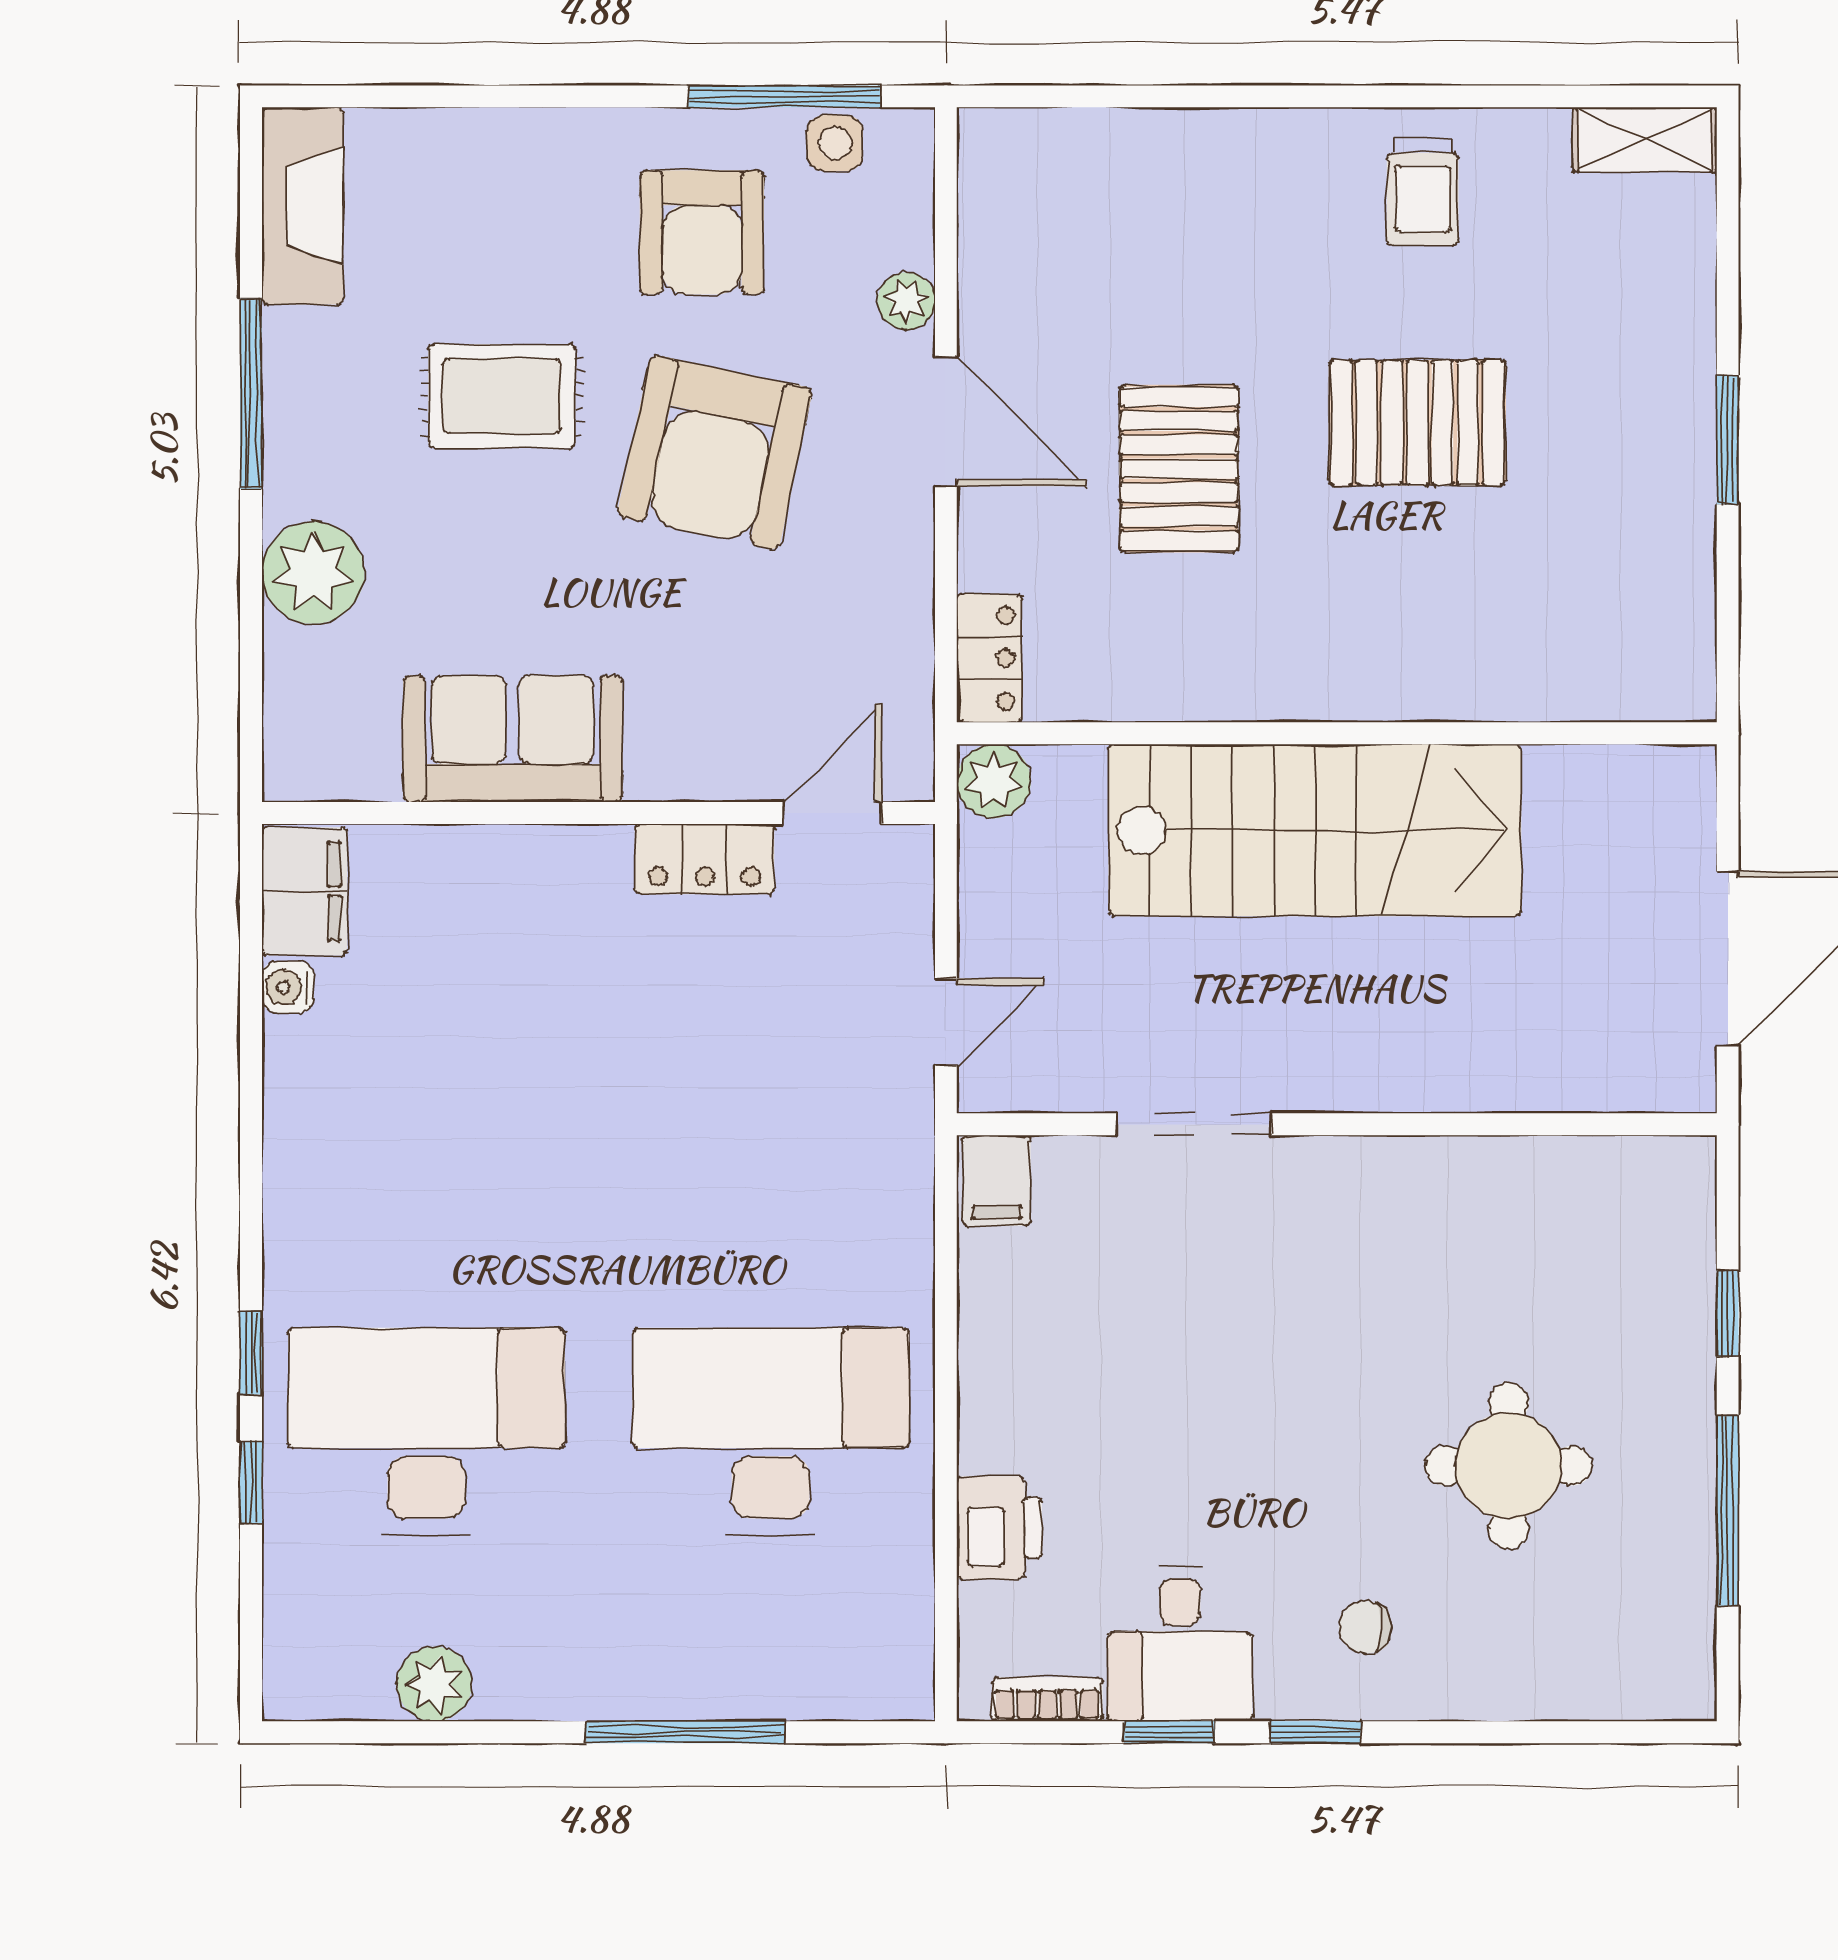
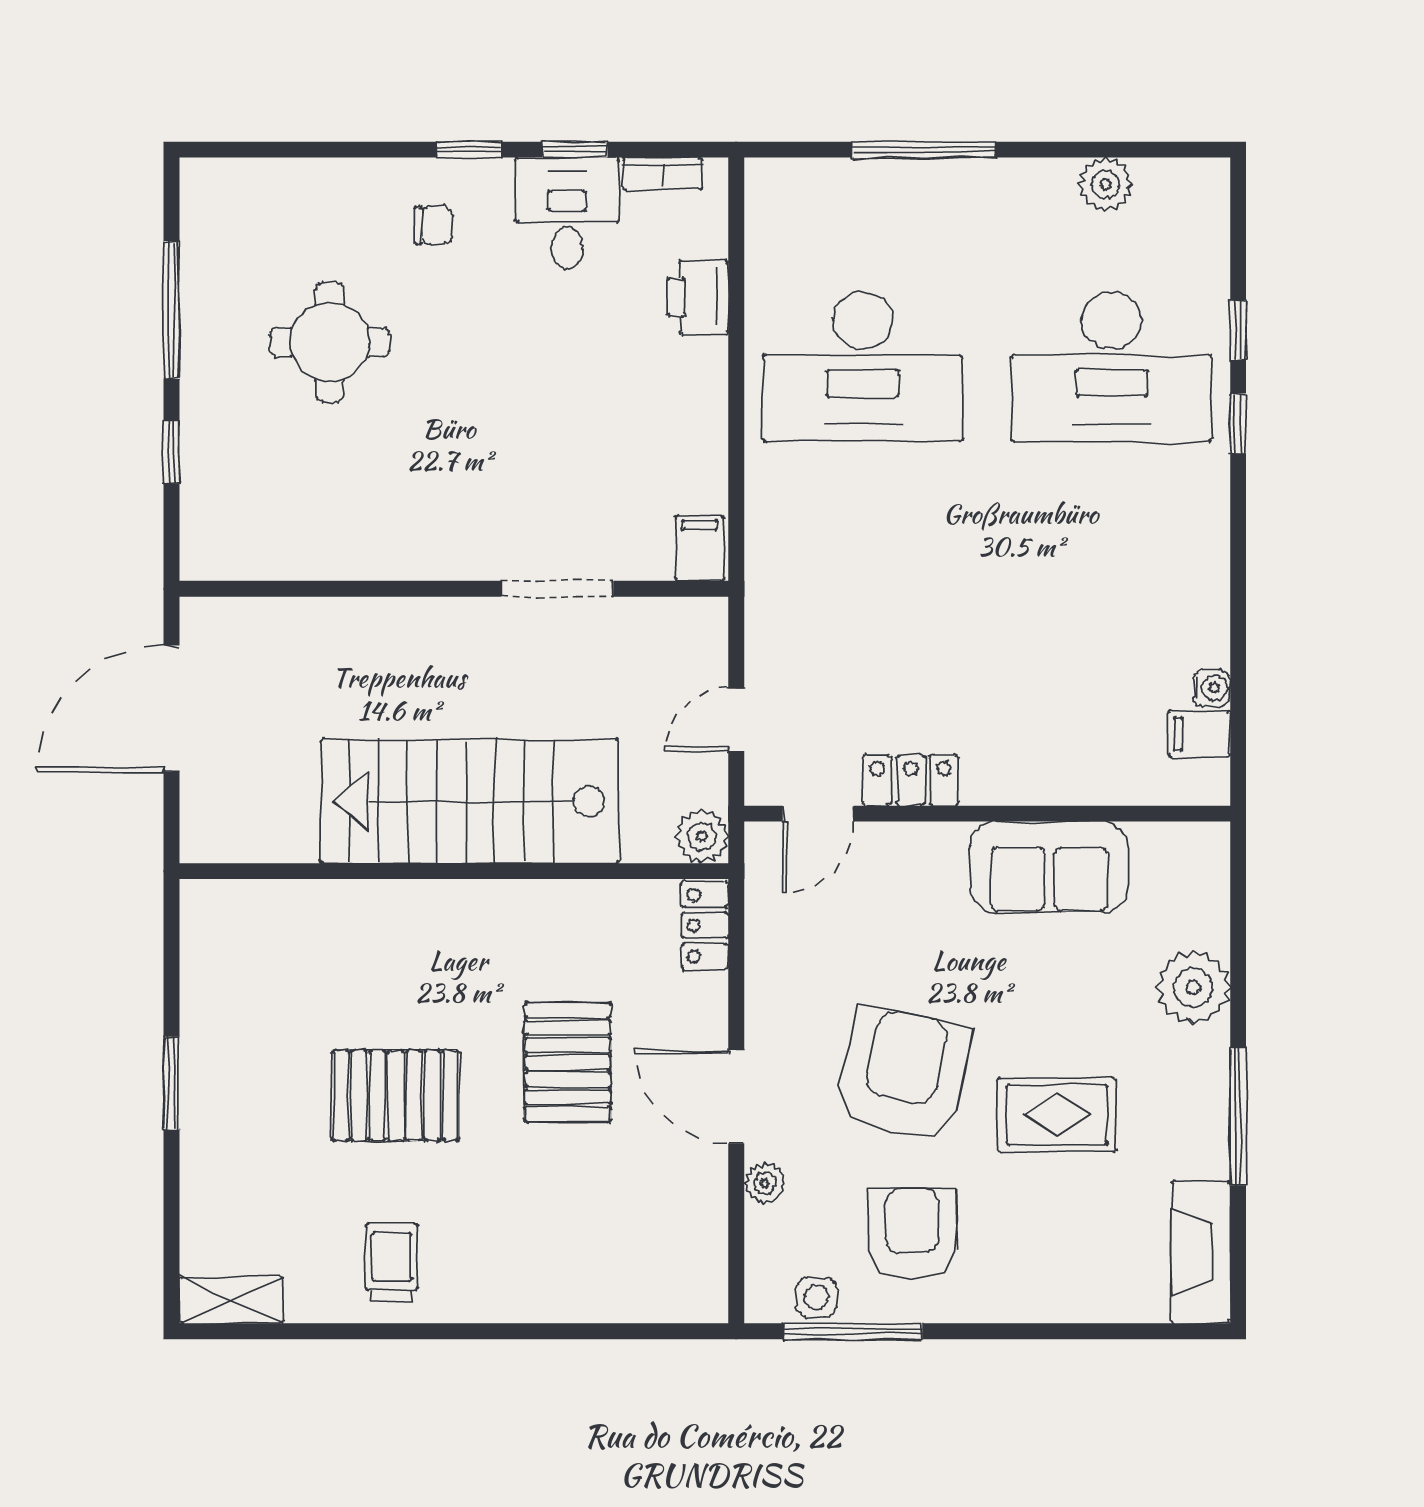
filing cabinet: (305, 891) -> (1199, 734), width x0.50
door: (946, 1022) -> (736, 720), moved

